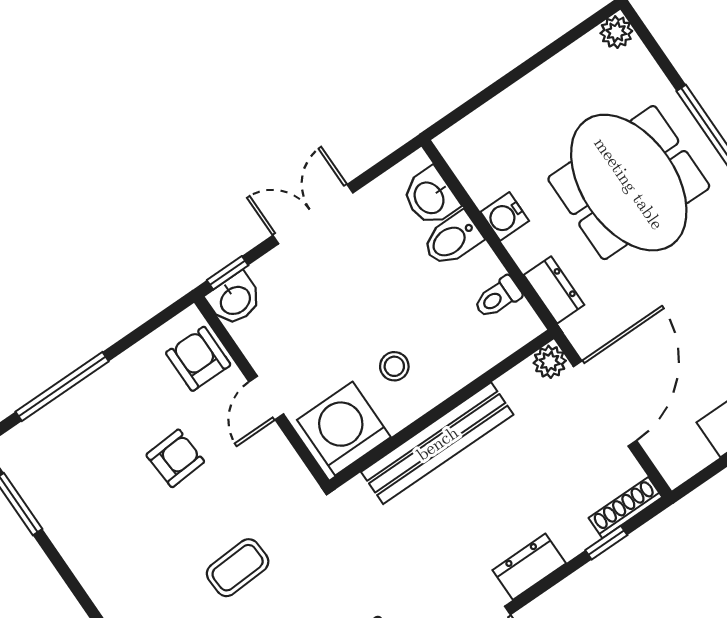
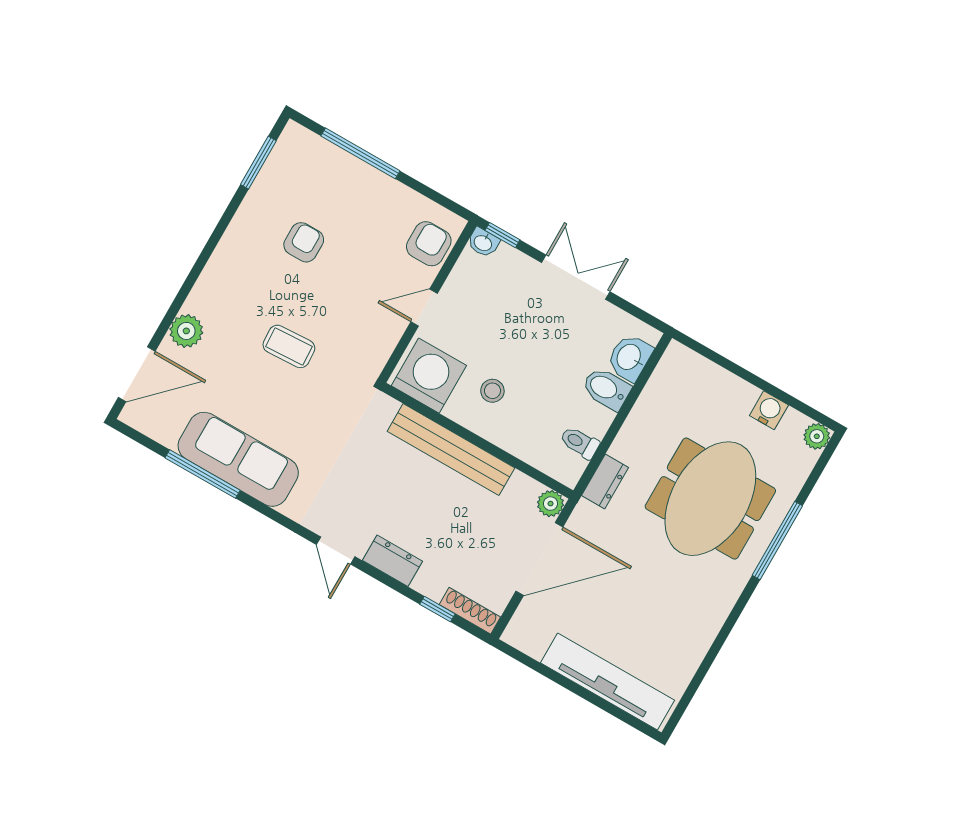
water cooler: (505, 216) -> (769, 410), moved, turned 90
washbasin: (235, 299) -> (483, 243), width x0.72, depth x0.69
armchair: (175, 458) -> (304, 242), moved, turned -86

